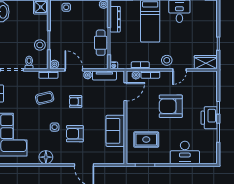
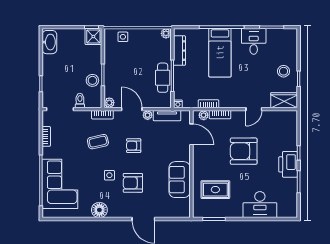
stool: (167, 60) -> (284, 71), moved
door: (125, 92) -> (191, 134), hinge flipped

